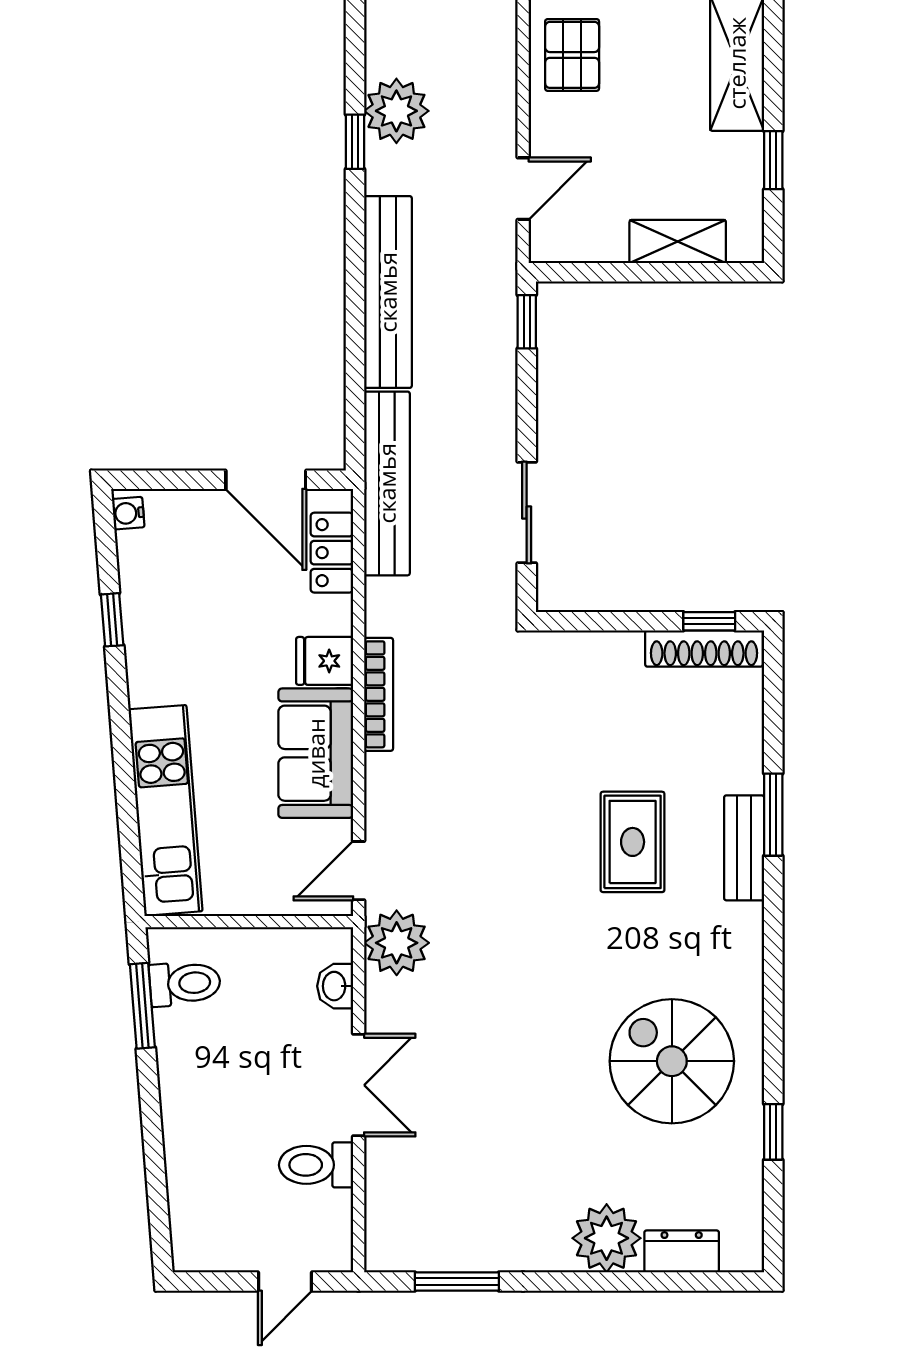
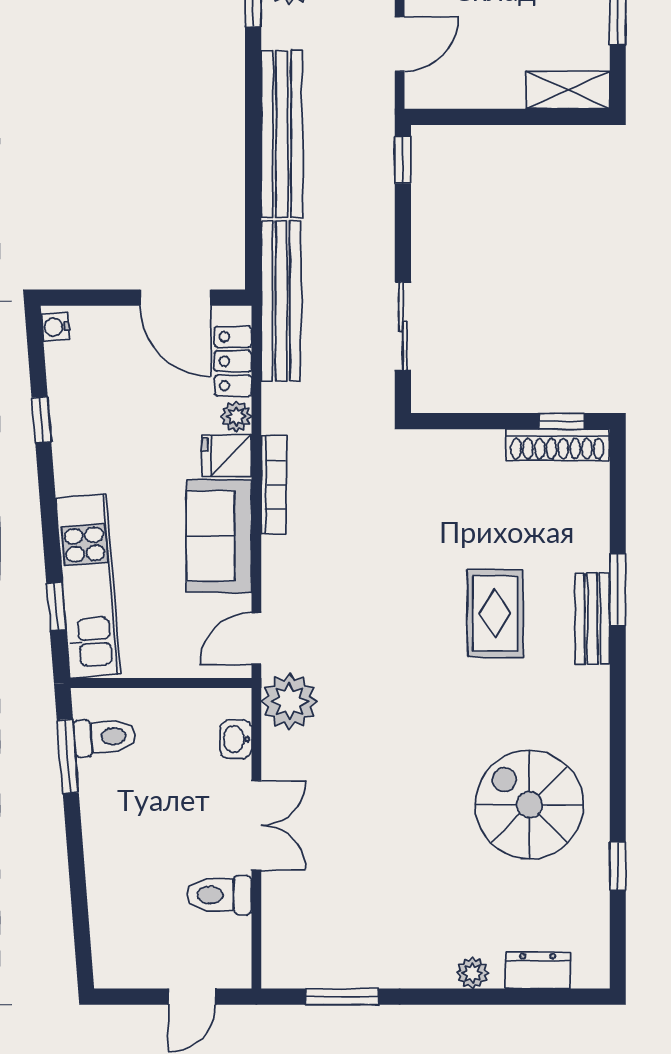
shelving: (678, 242) -> (568, 90), moved
plant: (336, 616) -> (236, 416), added
window: (129, 834) -> (56, 607), added
plant: (607, 1238) -> (472, 973), width x0.53, depth x0.53

